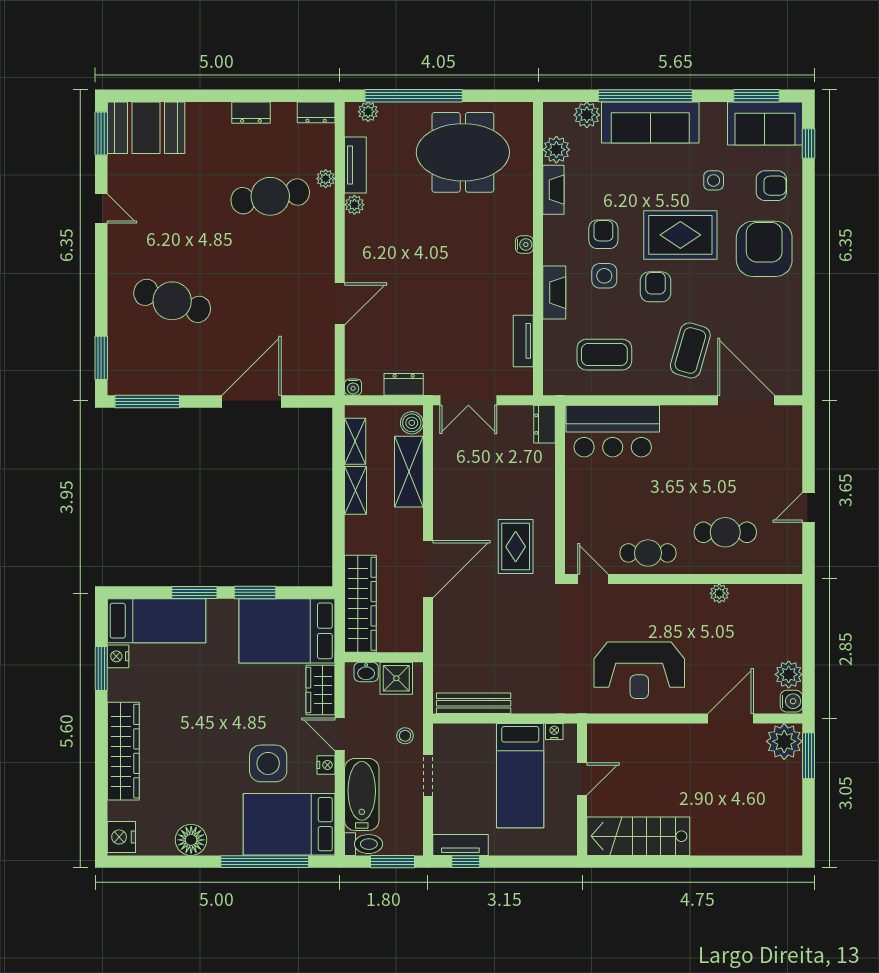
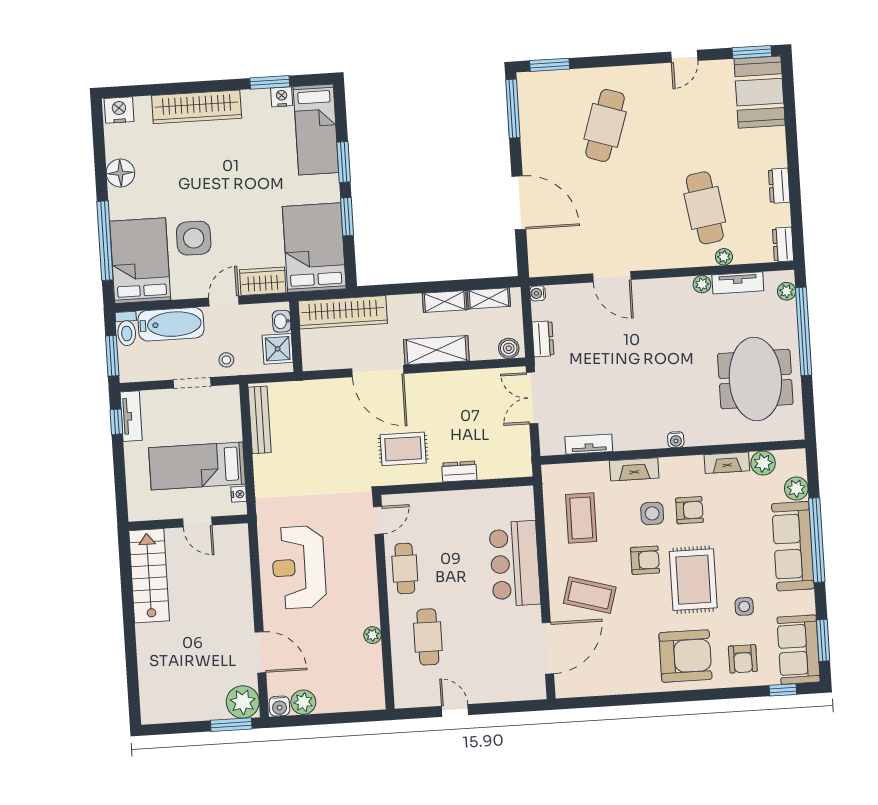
dresser: (545, 424) -> (459, 471), moved
bar counter: (613, 431) -> (515, 564), moved
shelving: (409, 472) -> (436, 350), moved
nightstand: (326, 765) -> (196, 290), removed

